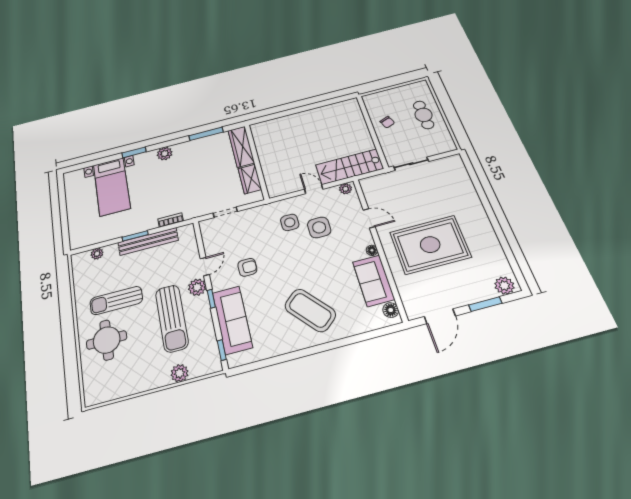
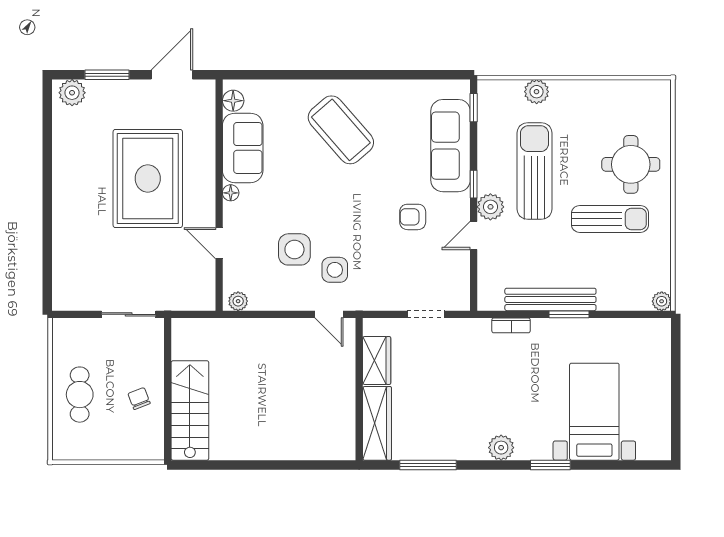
stairs: (350, 167) -> (190, 410), moved, turned -90
door: (314, 189) -> (329, 314), moved
rug: (430, 245) -> (148, 178), turned 90
plant: (97, 254) -> (662, 301), moved

